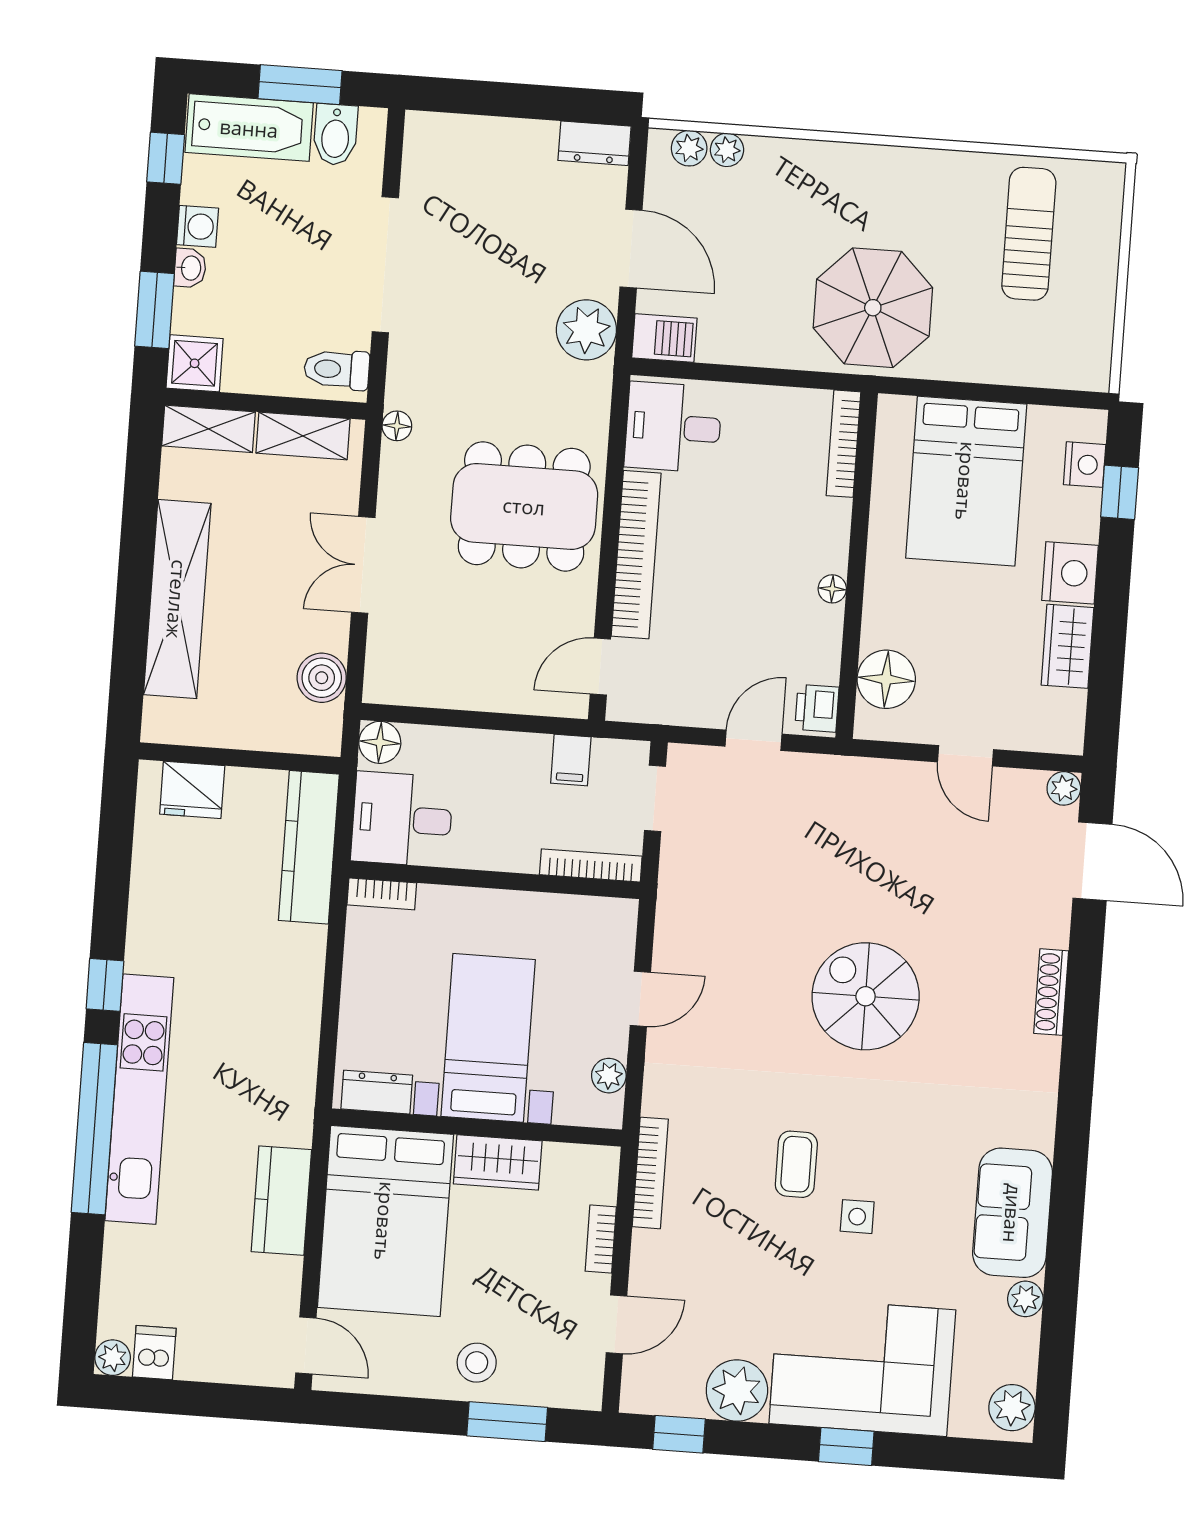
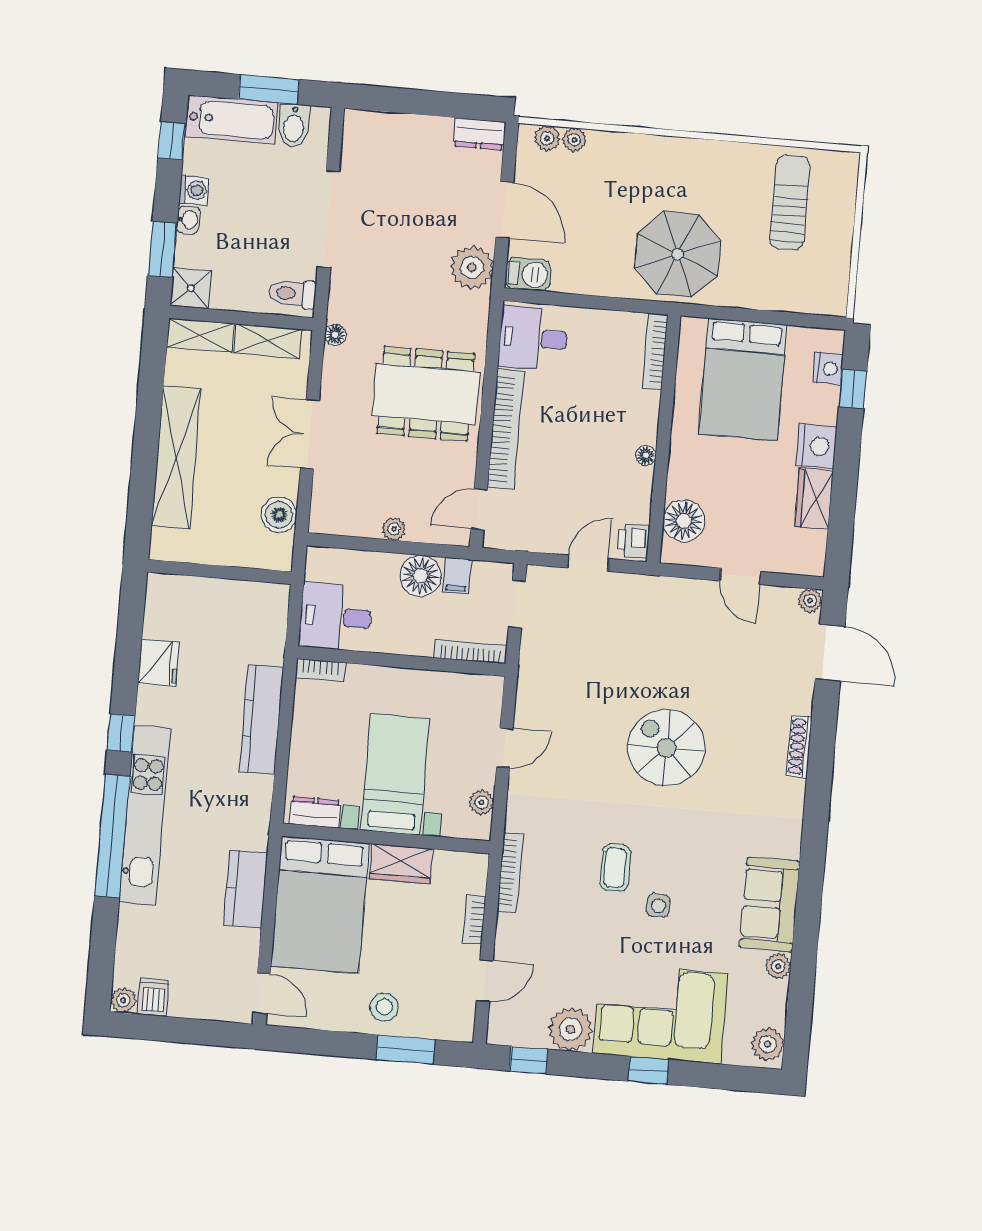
plant: (482, 696) -> (394, 529), added
floor lamp: (380, 742) -> (420, 576), moved, width x1.38, depth x1.38
fridge: (192, 790) -> (158, 663), moved, turned -90
kitchen counter: (309, 847) -> (261, 720), moved

